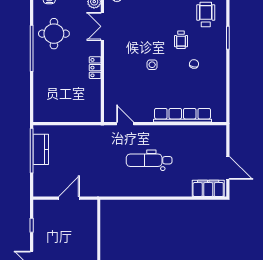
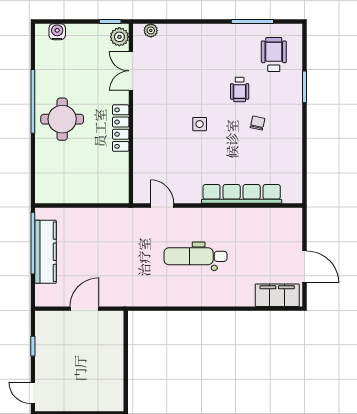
round table: (54, 34) -> (62, 119), moved
locker: (95, 68) -> (121, 128), width x1.53
kitchen counter: (41, 149) -> (45, 252), width x1.50

